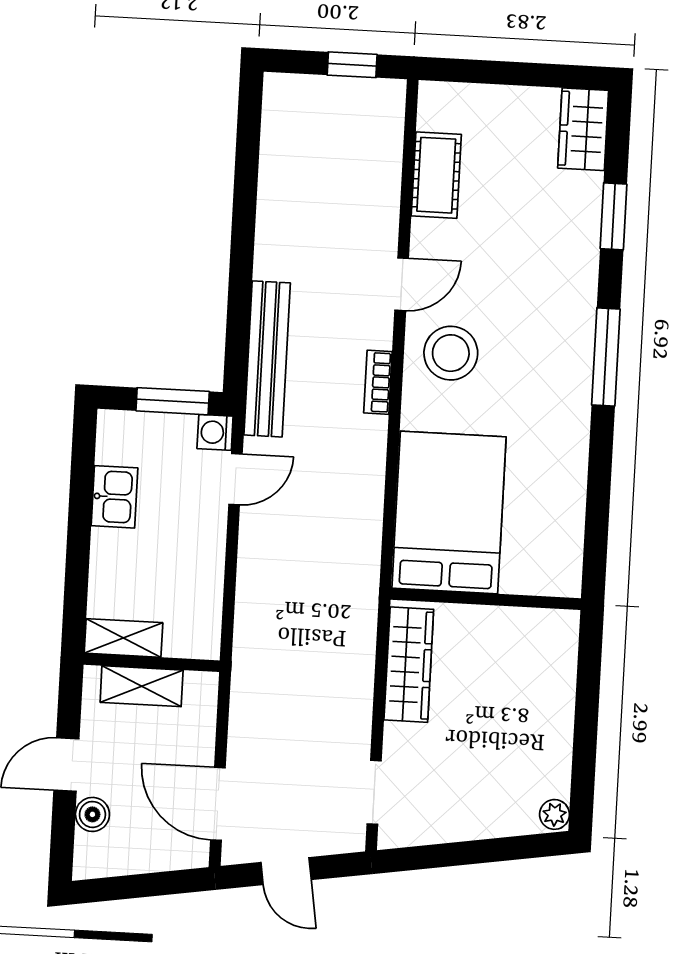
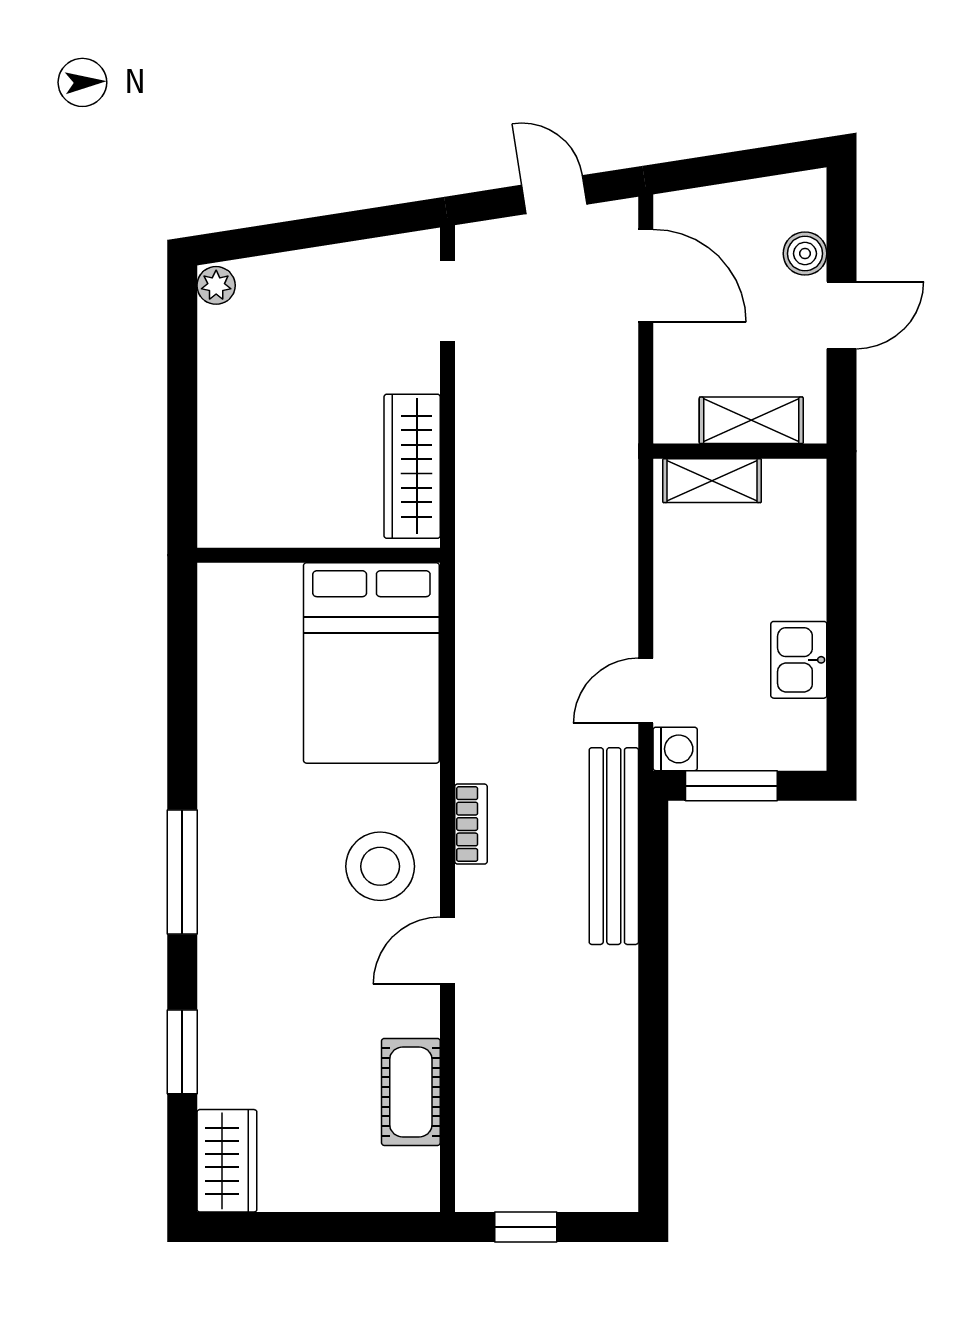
shelving: (123, 638) -> (712, 481), moved

